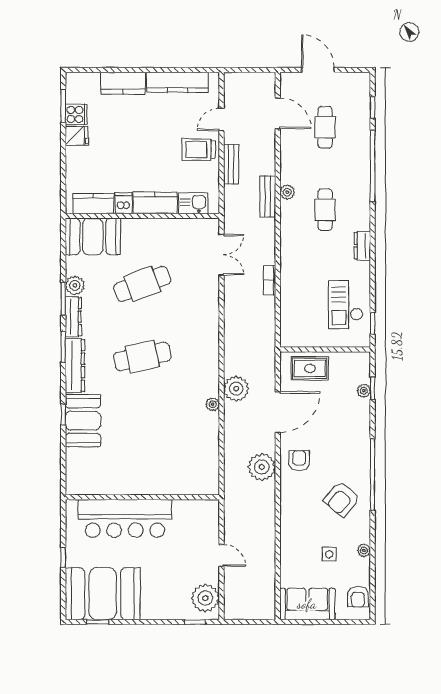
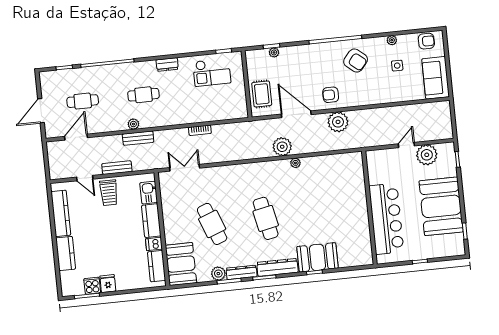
booth: (103, 594) -> (441, 206), moved
plant: (205, 598) -> (427, 155), moved

